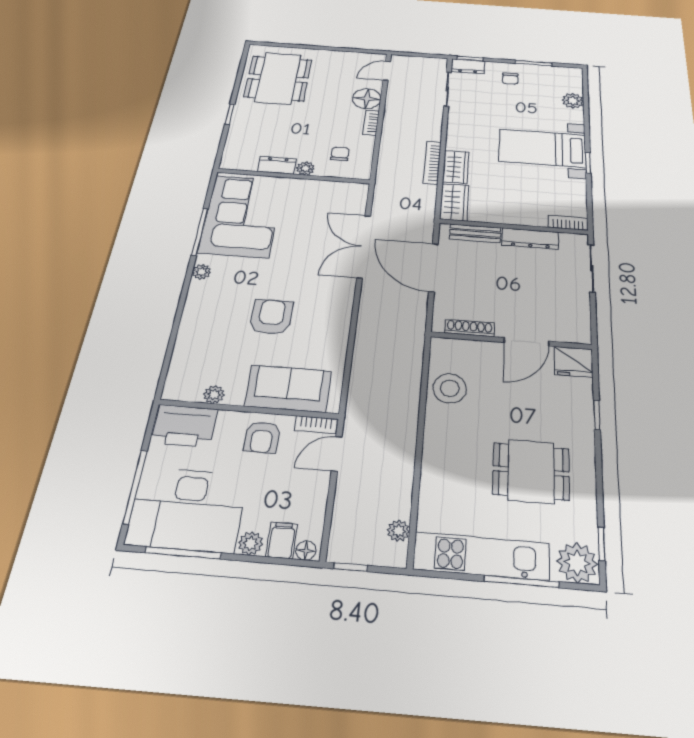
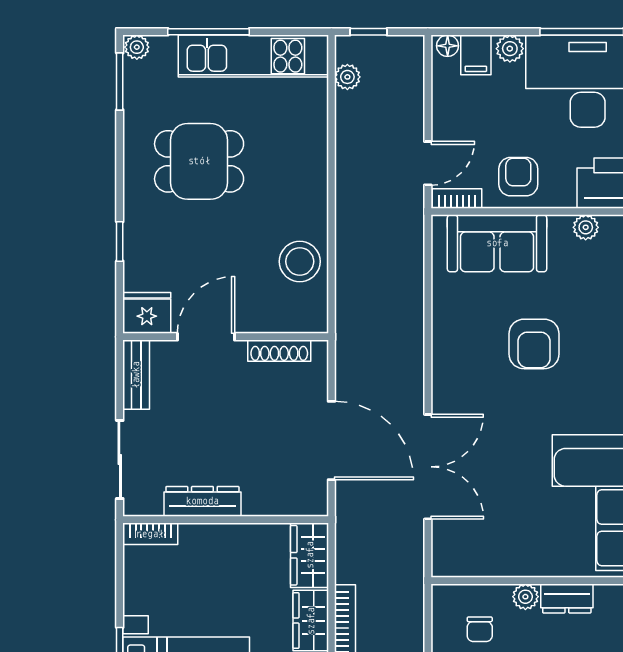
bench: (475, 233) -> (136, 375), moved, turned 90
window: (601, 544) -> (120, 81), width x1.50
plant: (577, 563) -> (137, 47), width x0.53, depth x0.53
window: (351, 567) -> (368, 32), moved

